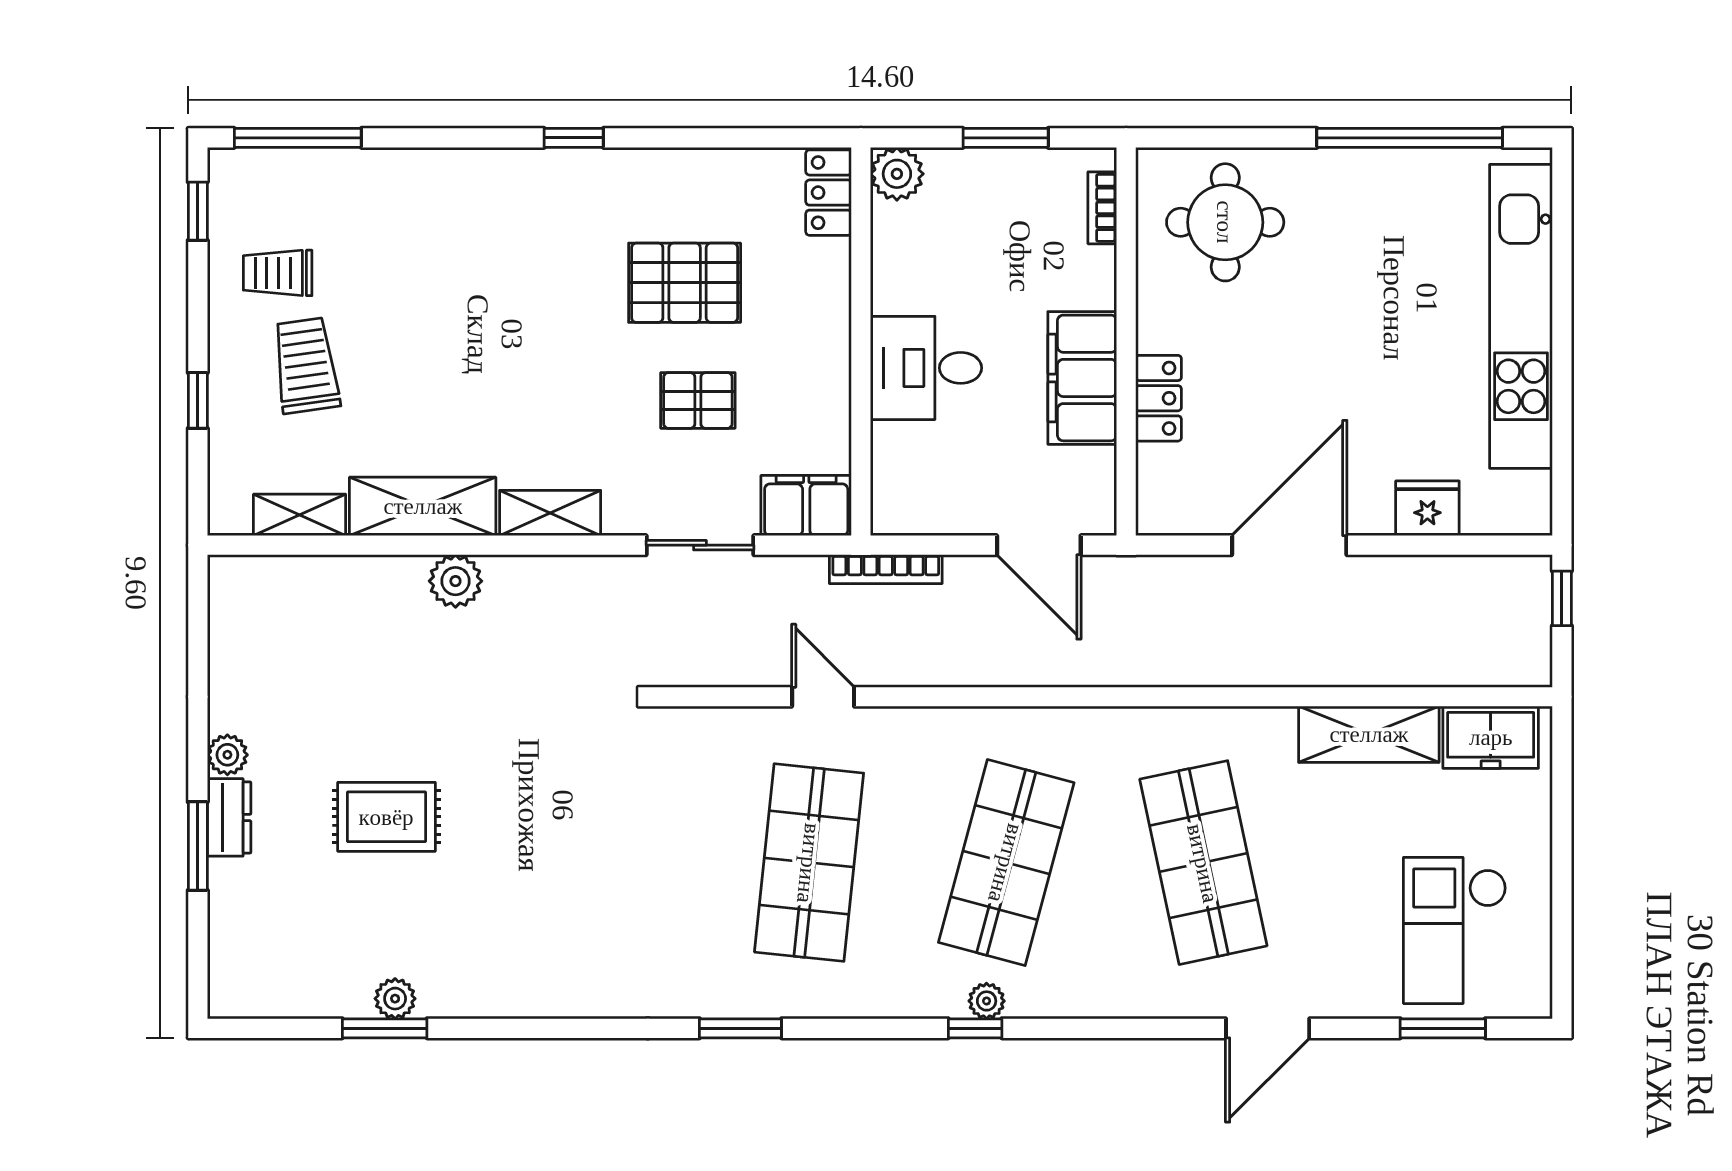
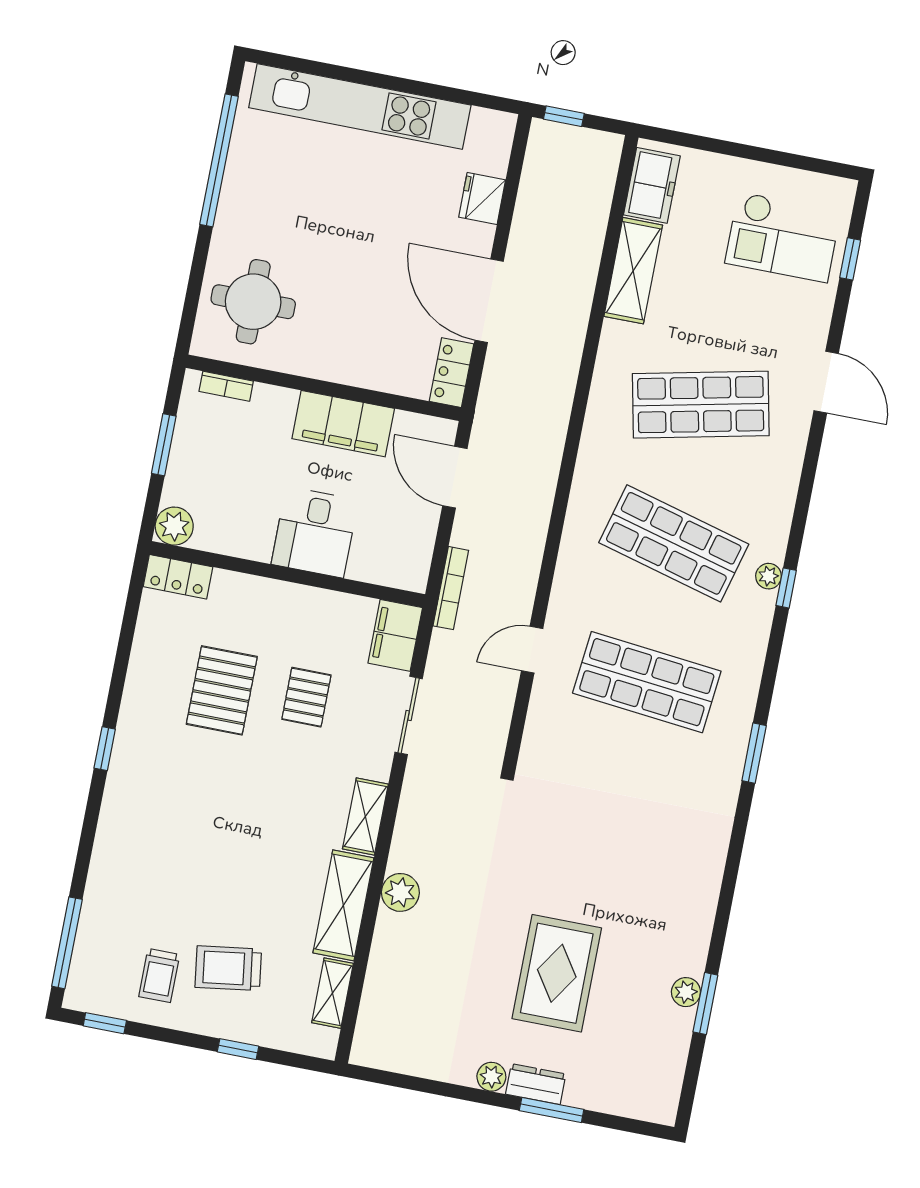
locker: (1159, 398) -> (452, 373), moved, turned -90
door: (1039, 545) -> (455, 477), swing flipped
rug: (386, 817) -> (557, 973), width x1.36, depth x1.43
window: (1443, 1028) -> (850, 259), width x0.67

